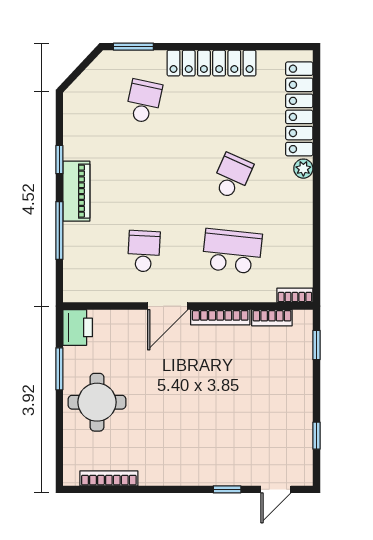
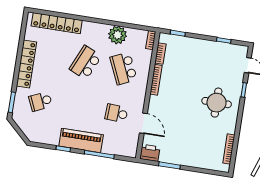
school desk: (144, 101) -> (40, 101), turned -36
plant: (303, 169) -> (118, 35), moved, width x1.87, depth x1.87
school desk: (232, 176) -> (85, 63), width x1.85
piano: (76, 191) -> (81, 140), width x1.37, depth x1.33
school desk: (232, 251) -> (123, 69), turned -30
door: (168, 306) -> (143, 123), moved
round table: (97, 402) -> (217, 103), moved

